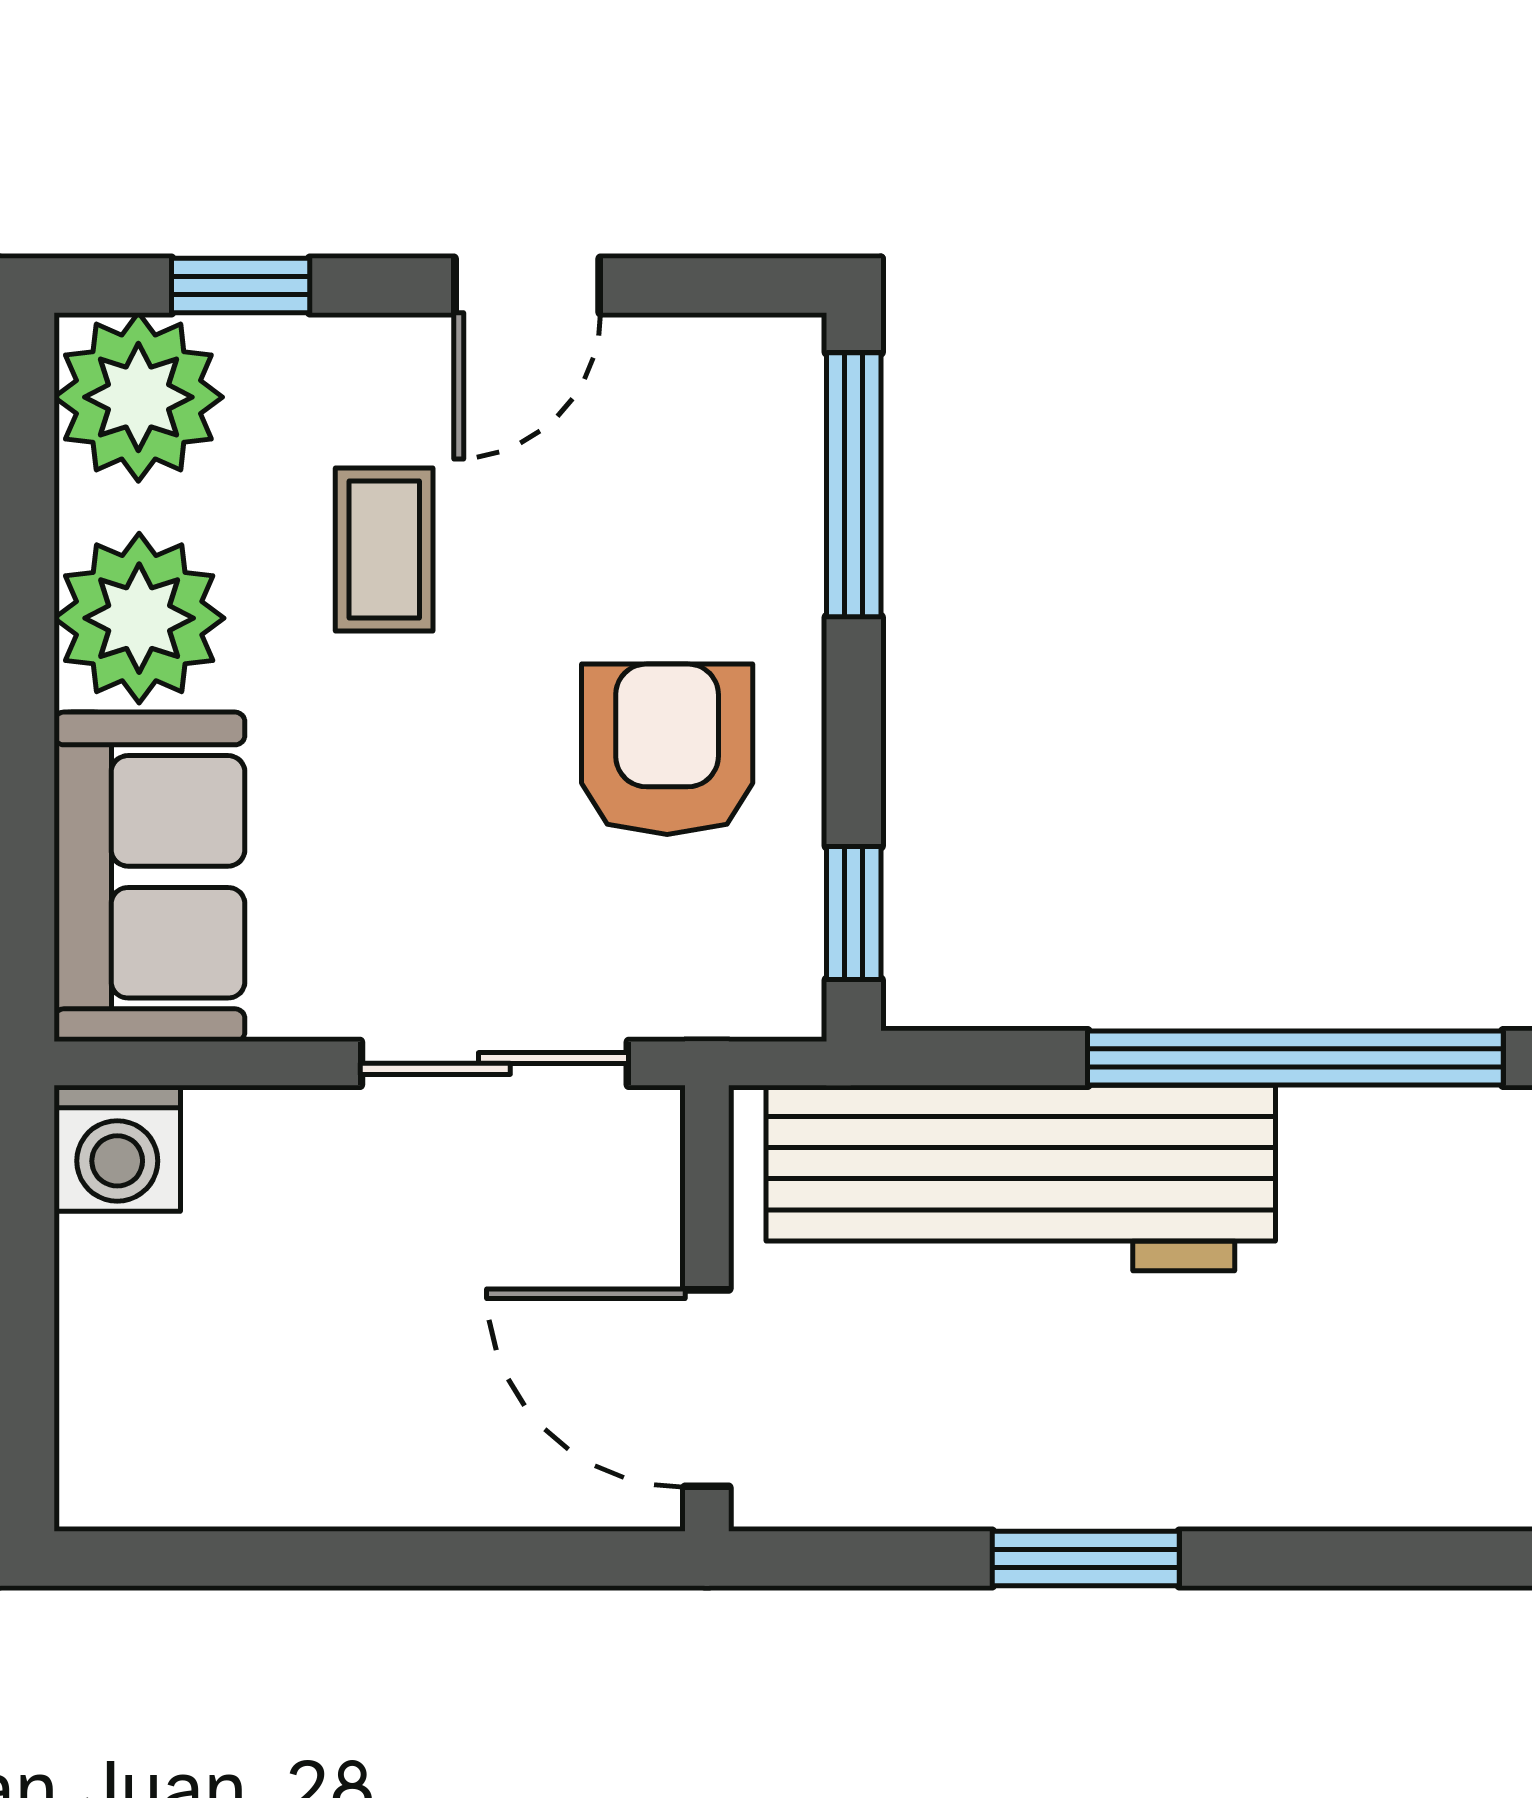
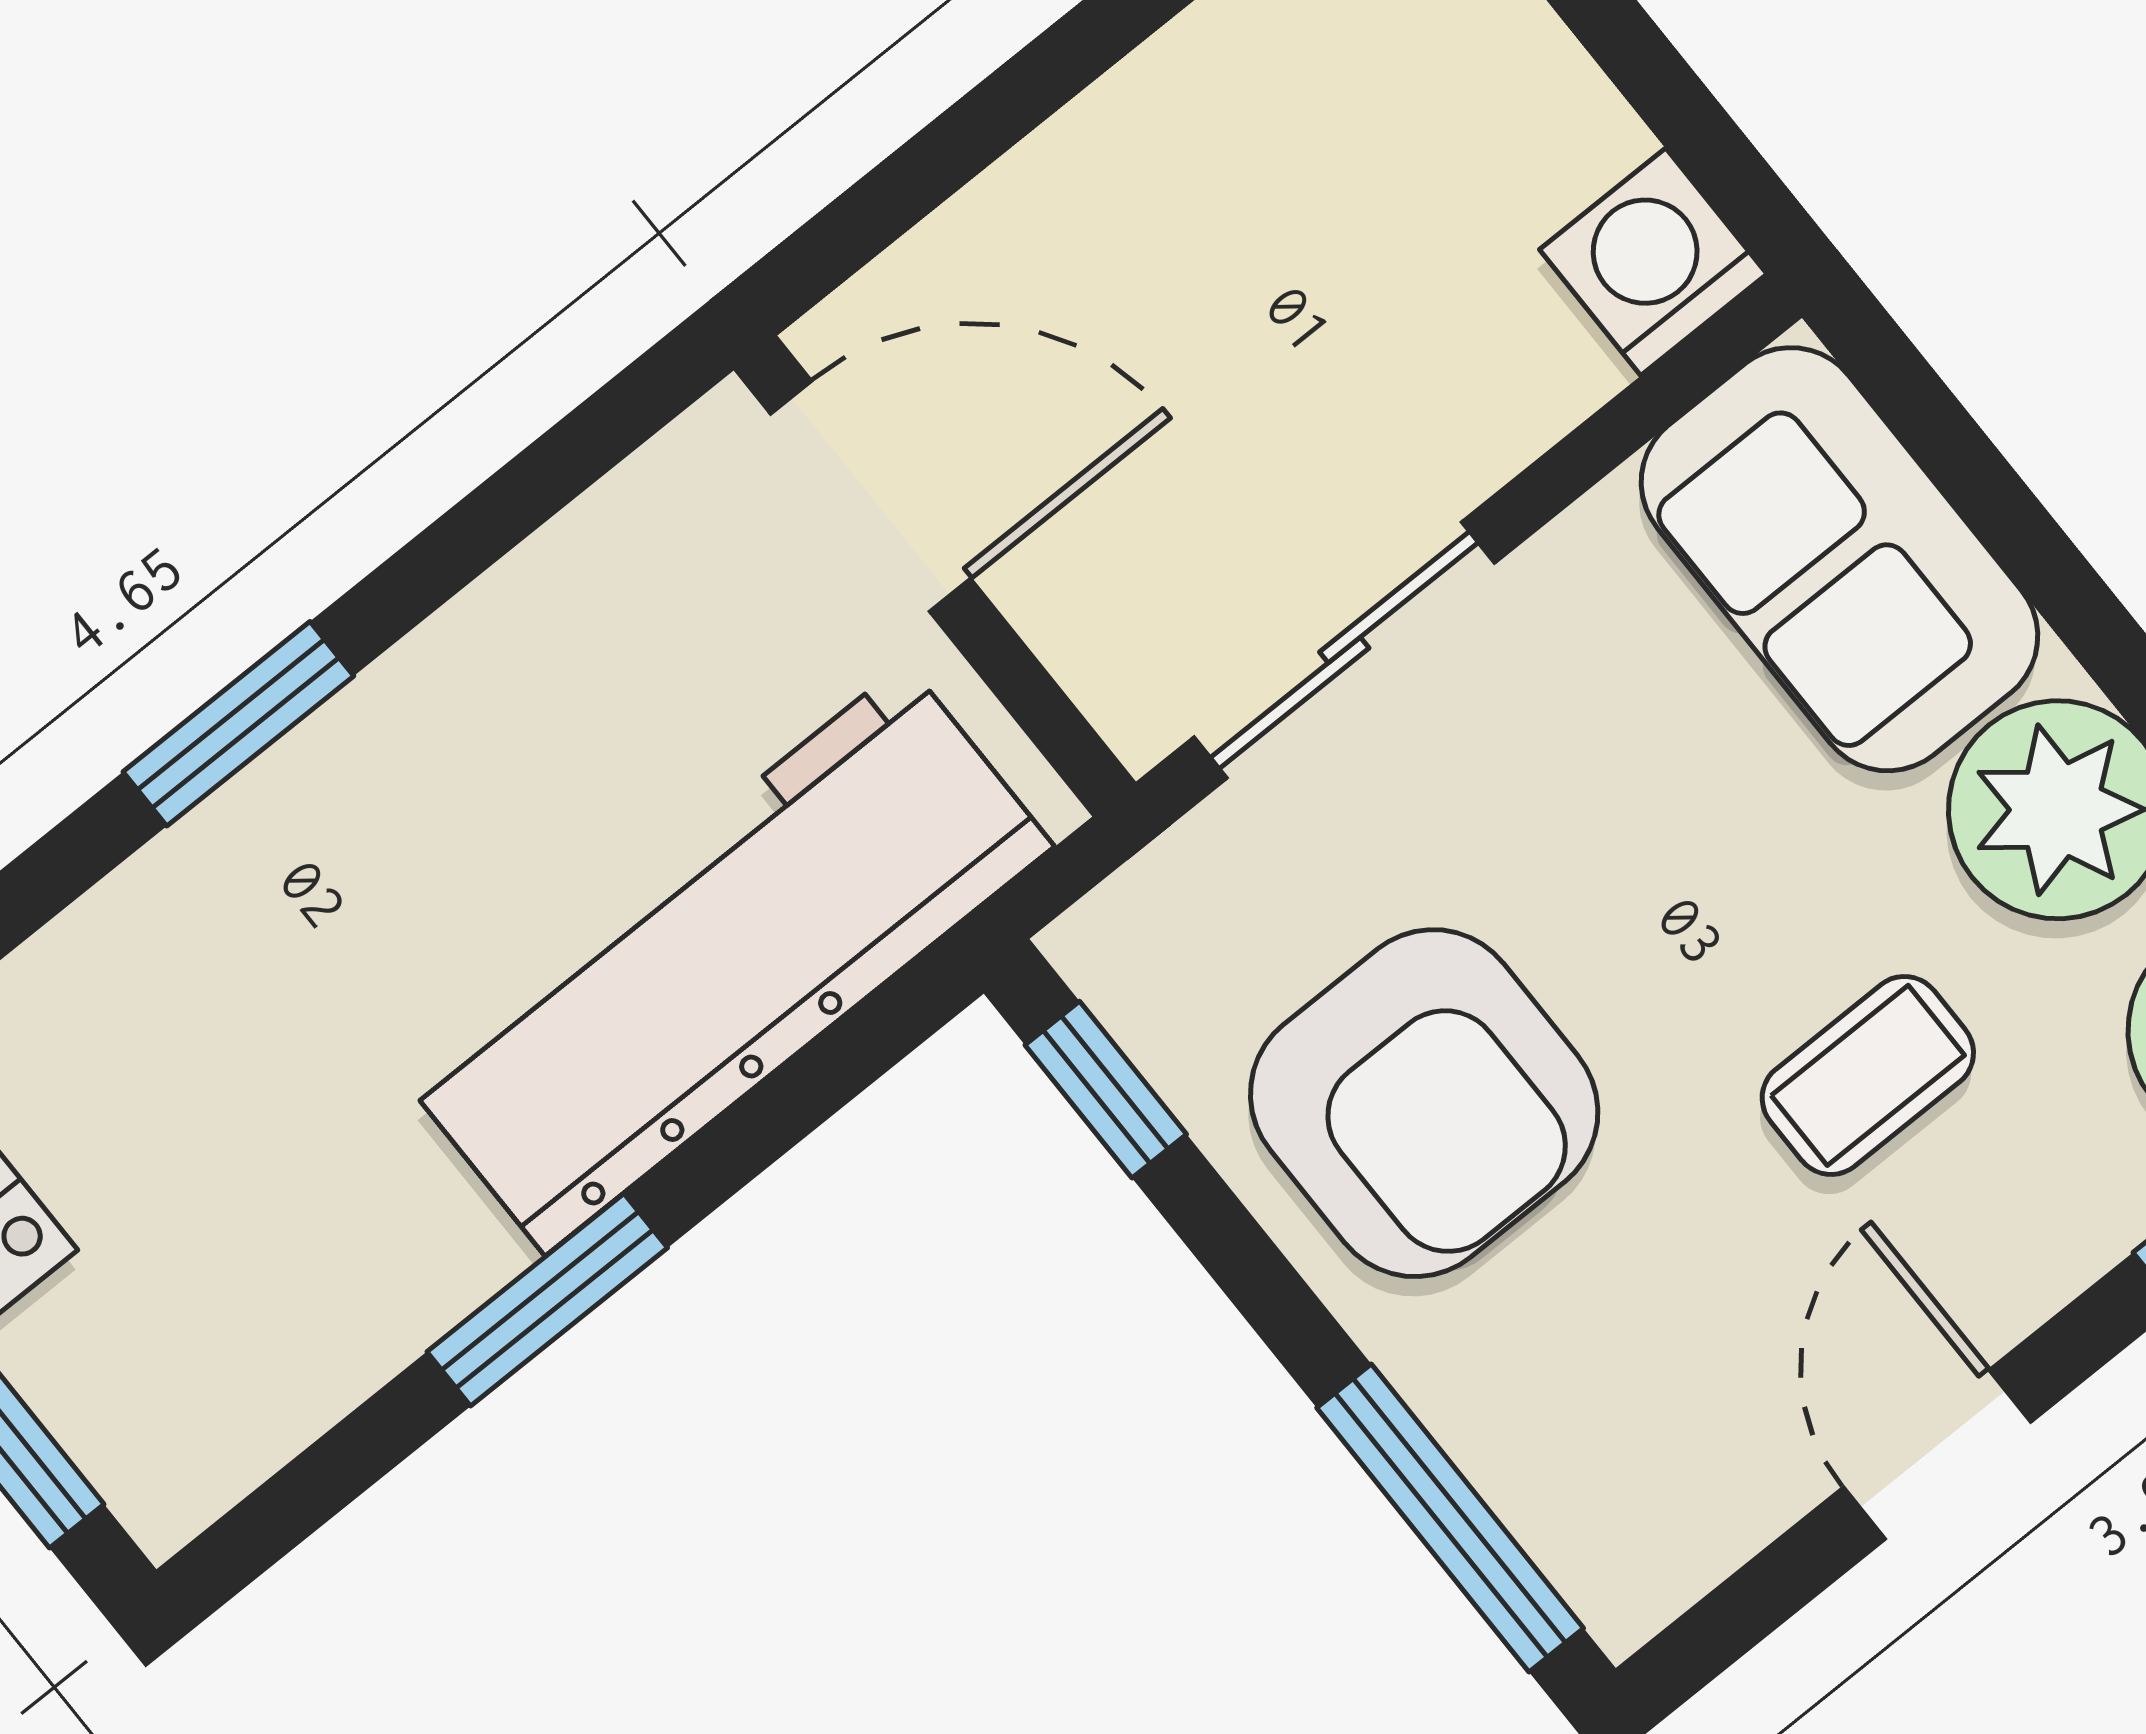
coffee table: (384, 550) -> (1868, 1075), turned 90
armchair: (667, 749) -> (1424, 1103), width x1.36, depth x1.36
window: (1295, 1058) -> (547, 1300), width x0.47
window: (1086, 1558) -> (238, 724), moved

